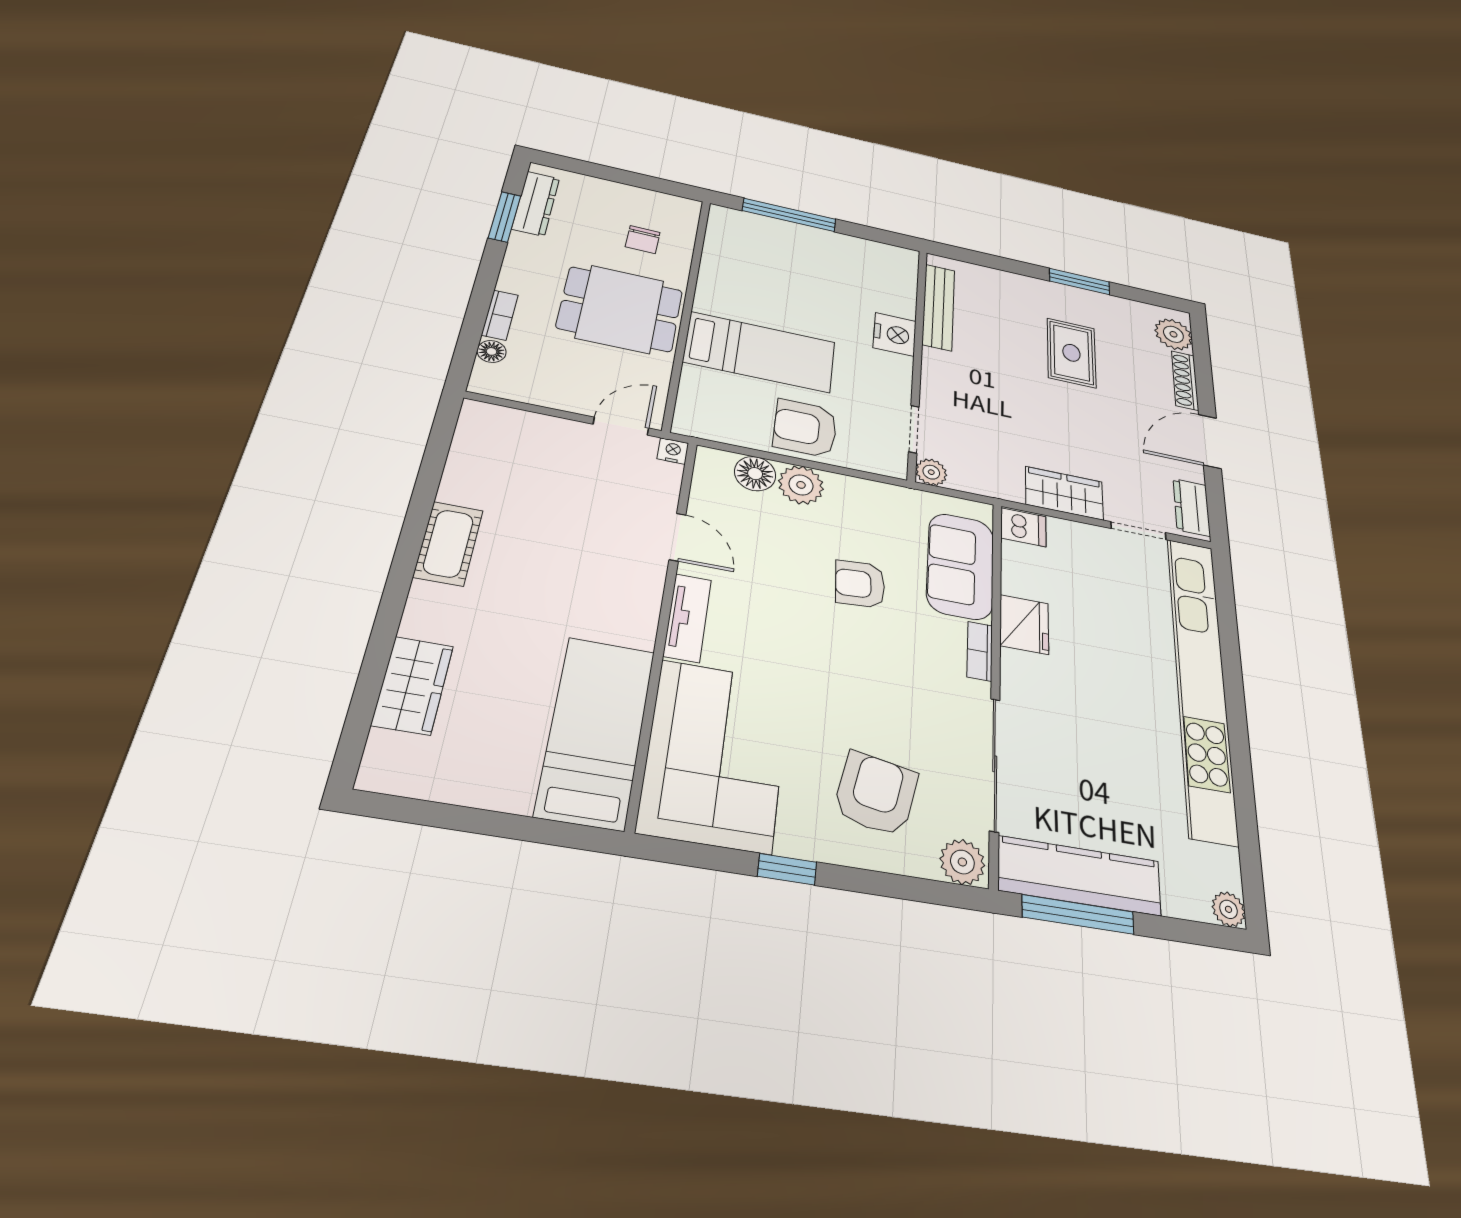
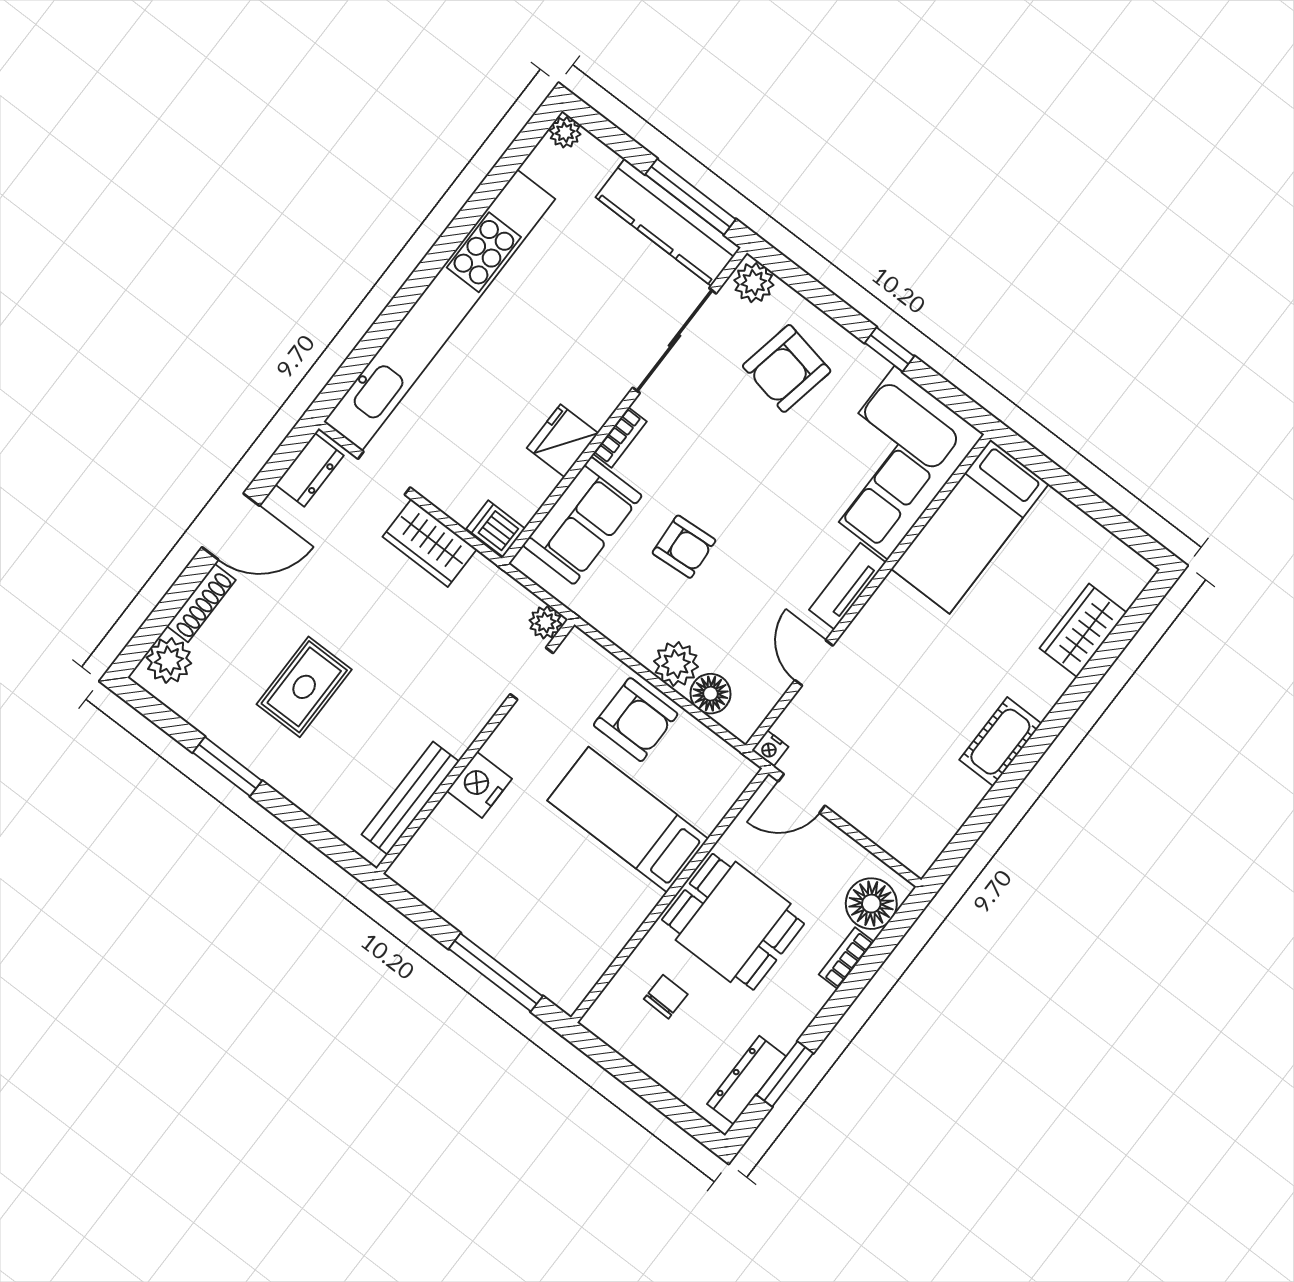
floor lamp: (492, 351) -> (871, 904), width x1.89, depth x1.89

